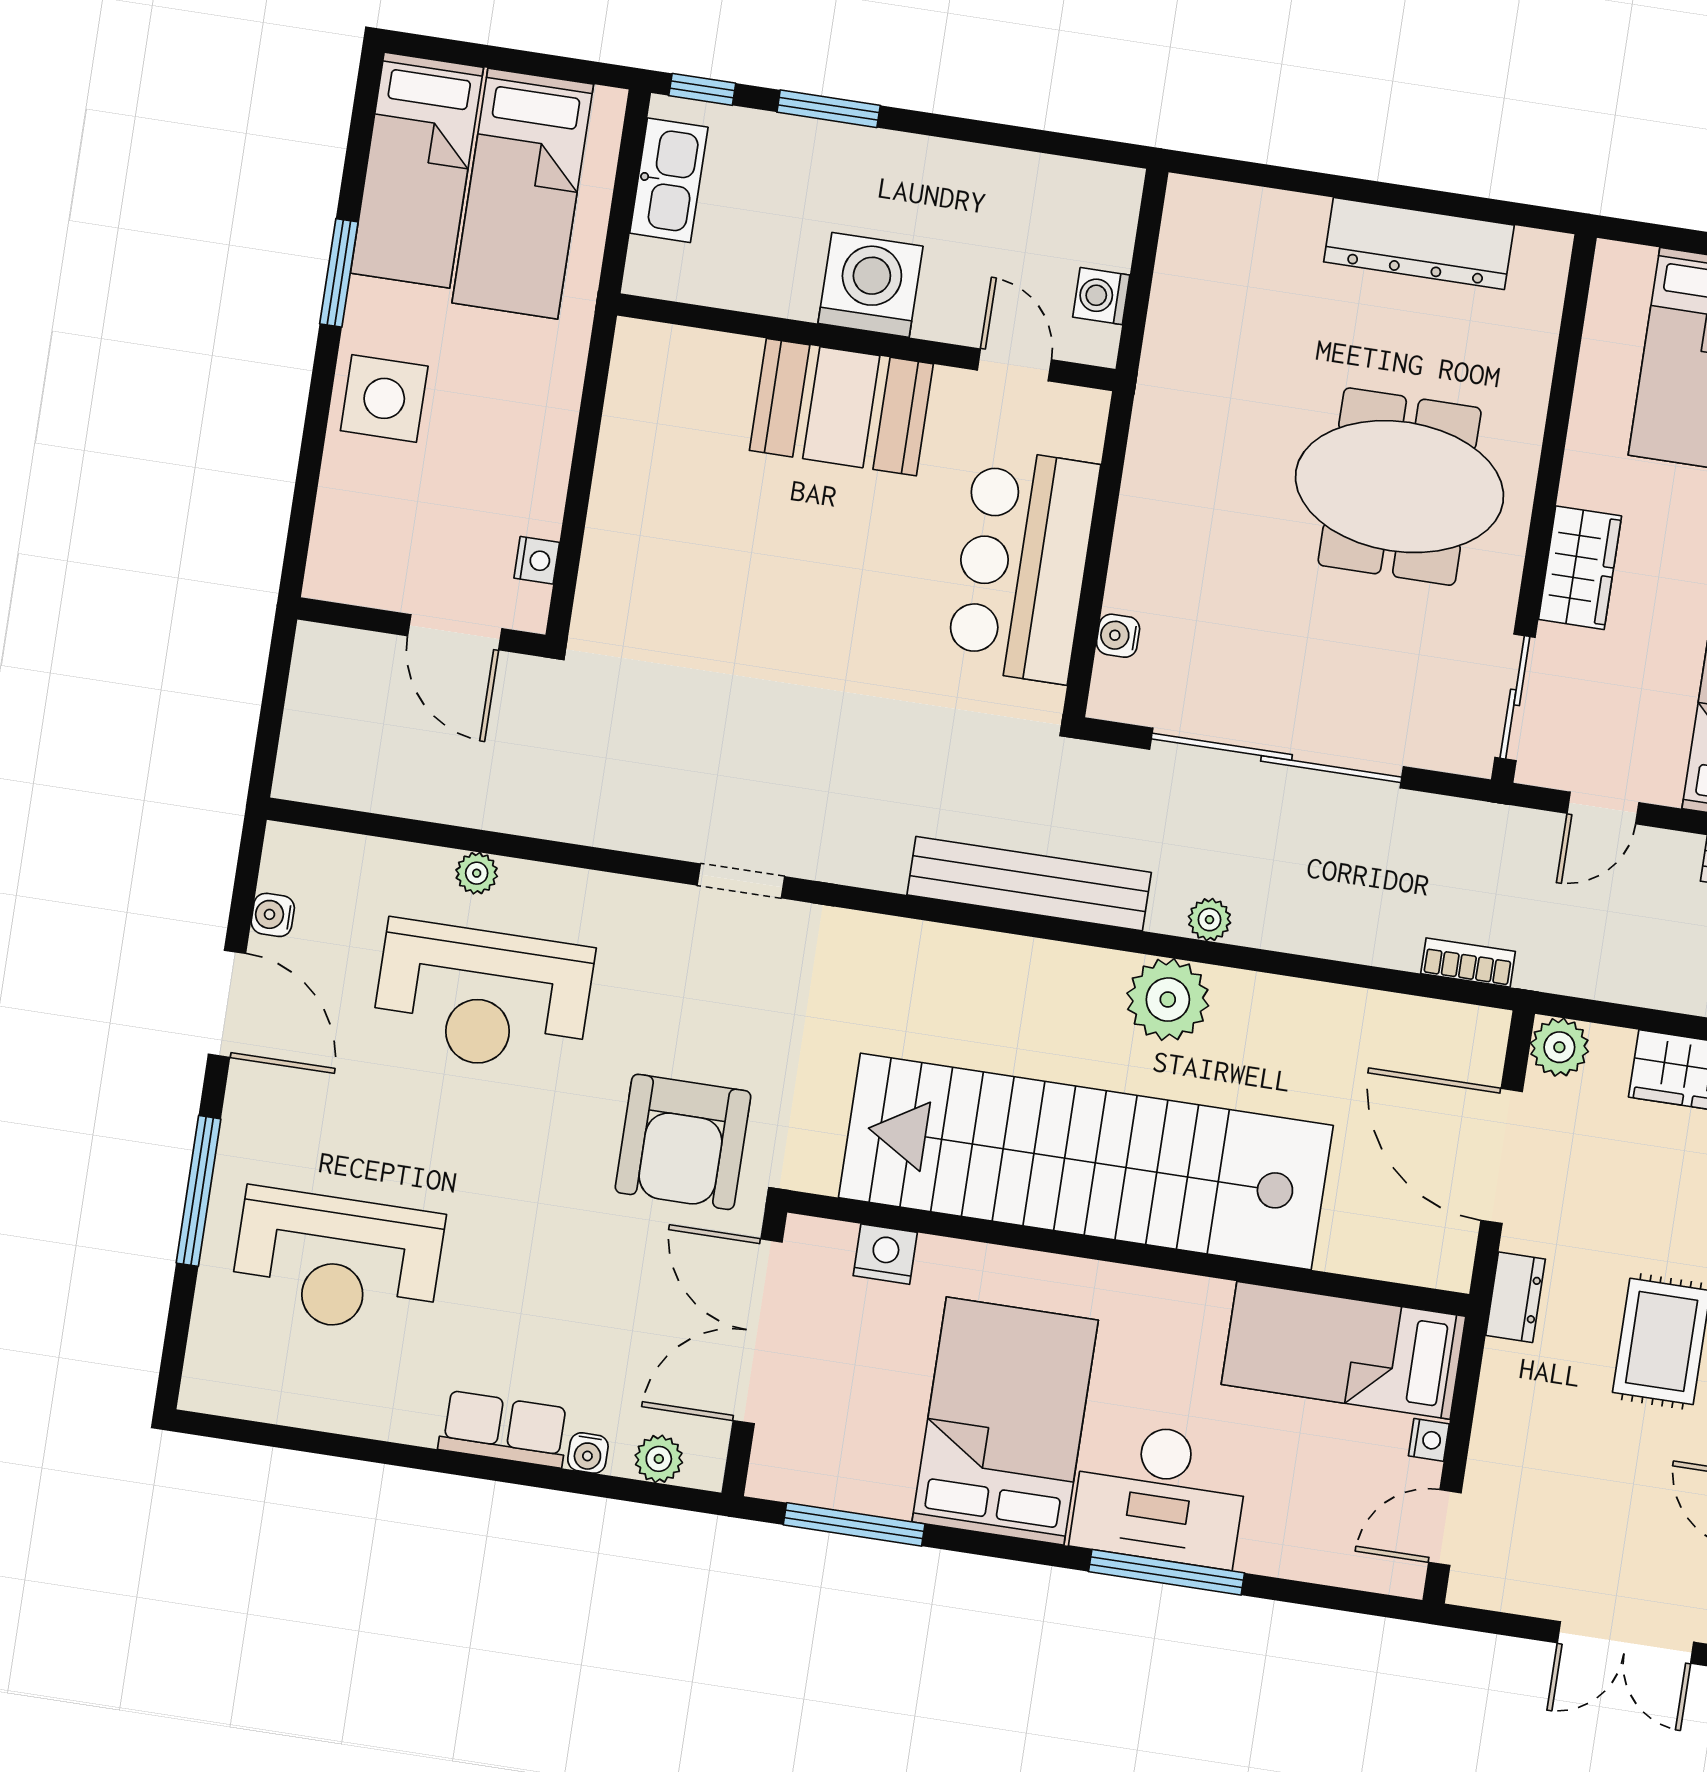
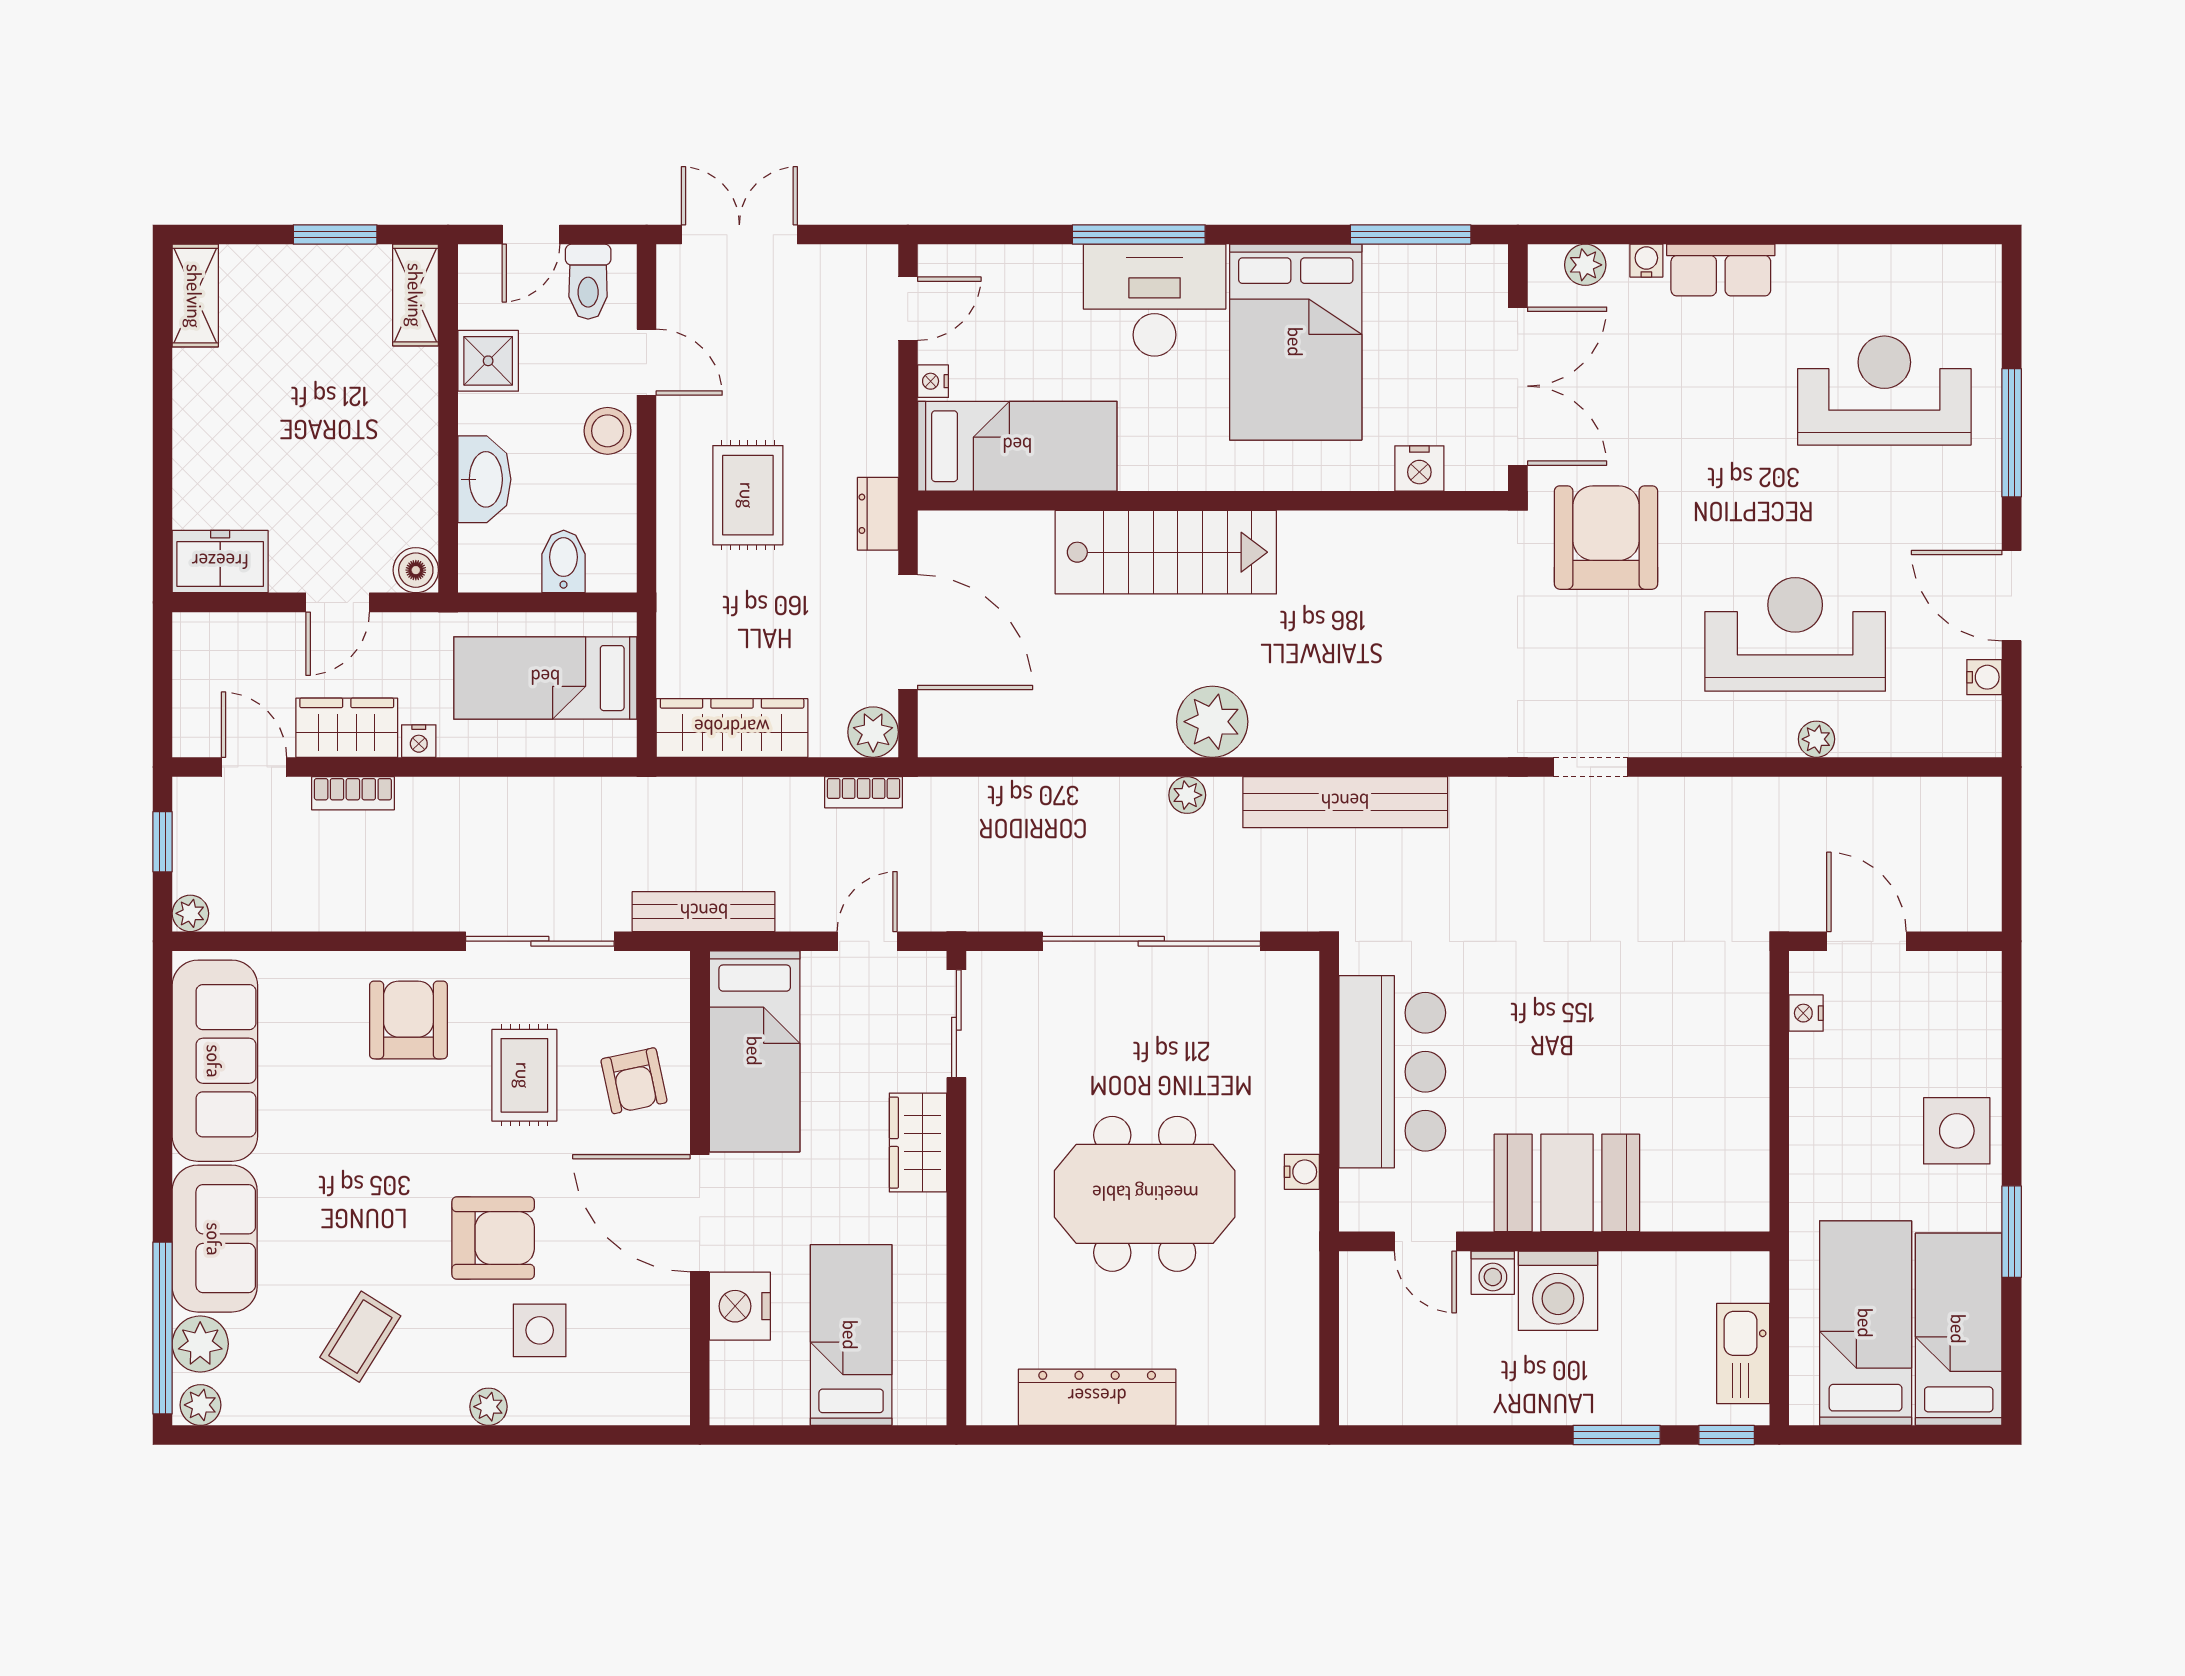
washing machine: (1101, 296) -> (1493, 1273), moved, turned 90
meeting table: (1400, 487) -> (1145, 1194), moved
water cooler: (1118, 636) -> (1302, 1172), moved
bookcase: (1468, 962) -> (864, 792), moved
stairs: (1086, 1161) -> (1166, 552), width x0.54, depth x0.66

